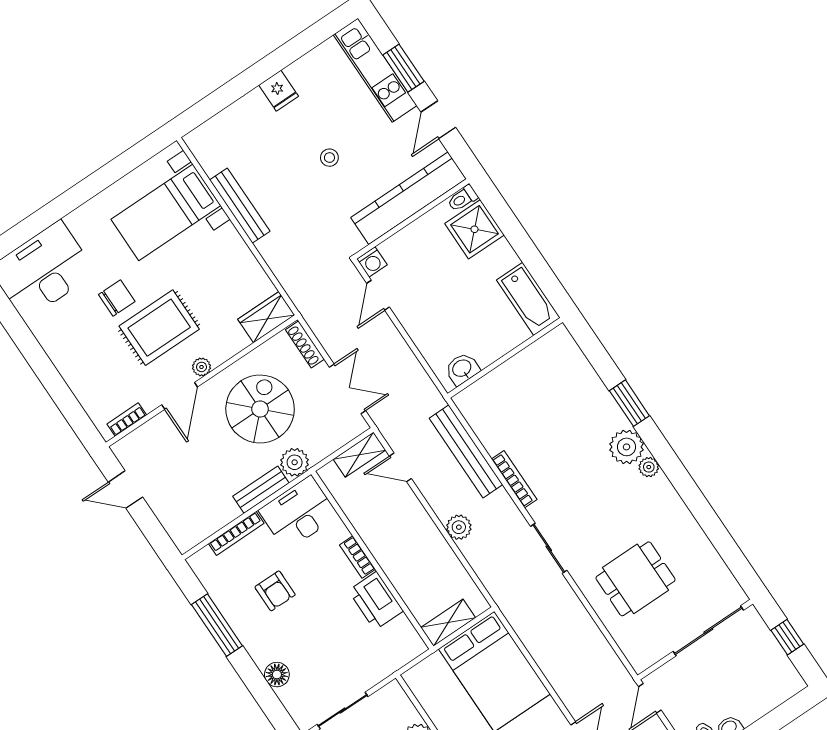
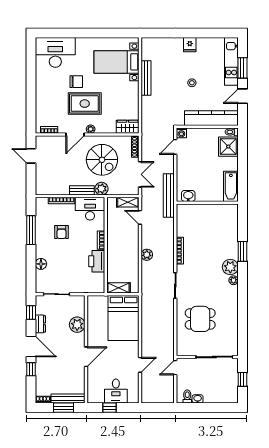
spiral stairs: (260, 409) -> (102, 160), turned 90
bench: (466, 451) -> (169, 195), moved

